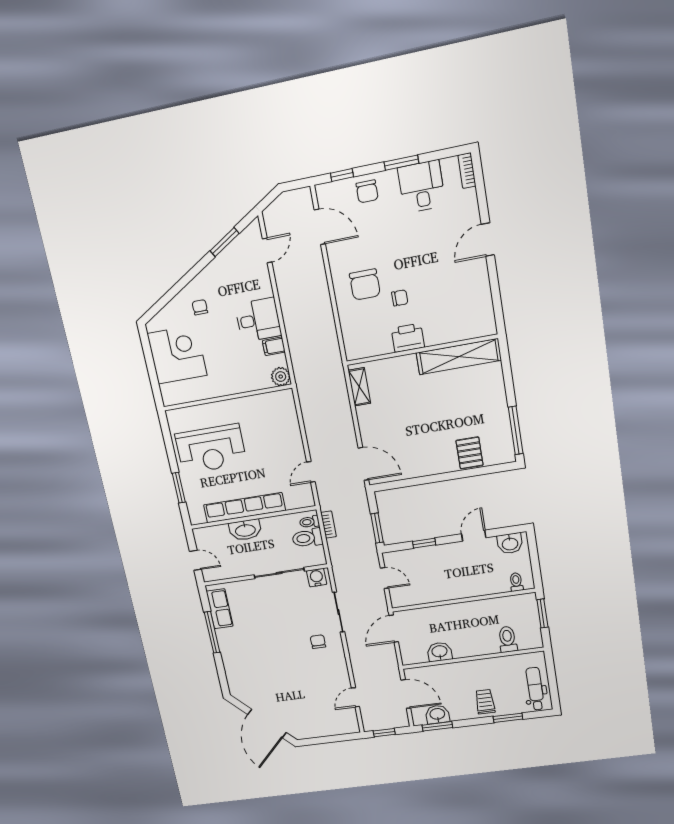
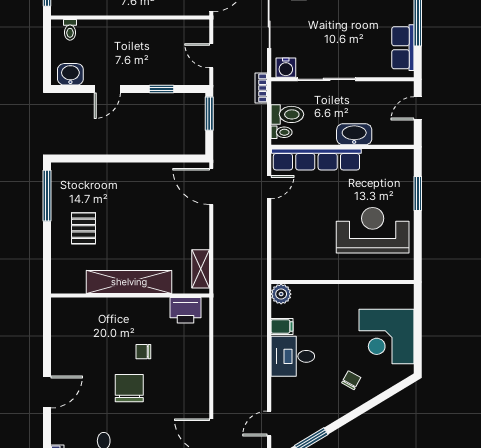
chair: (365, 285) -> (129, 388), moved
chair: (200, 307) -> (351, 380), turned -151
printer: (408, 338) -> (185, 310), moved
shelving: (459, 357) -> (129, 282), moved
pallet: (469, 453) -> (84, 228), moved
row of seats: (244, 508) -> (316, 159), moved
bookcase: (329, 525) -> (261, 88), moved
door: (196, 560) -> (418, 108), hinge flipped

